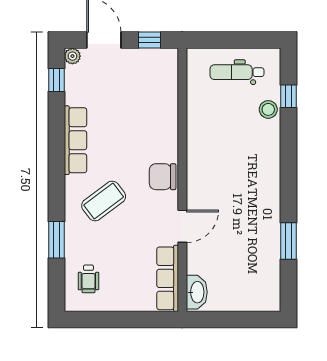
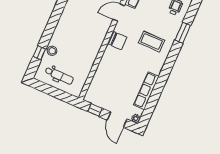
window: (56, 80) -> (149, 110), removed
row of seats: (75, 140) -> (146, 91), moved
coffee table: (104, 201) -> (152, 42), turned 37

